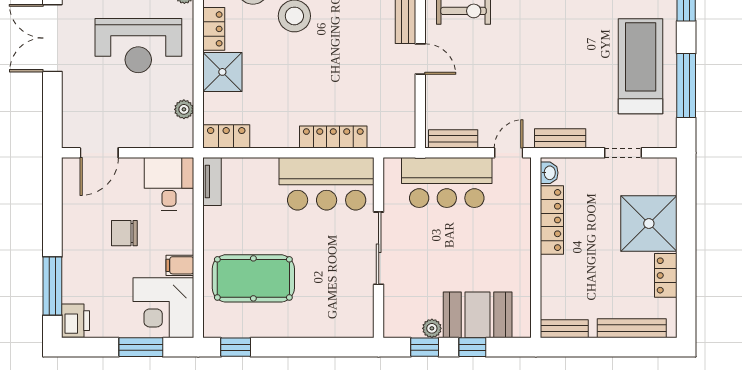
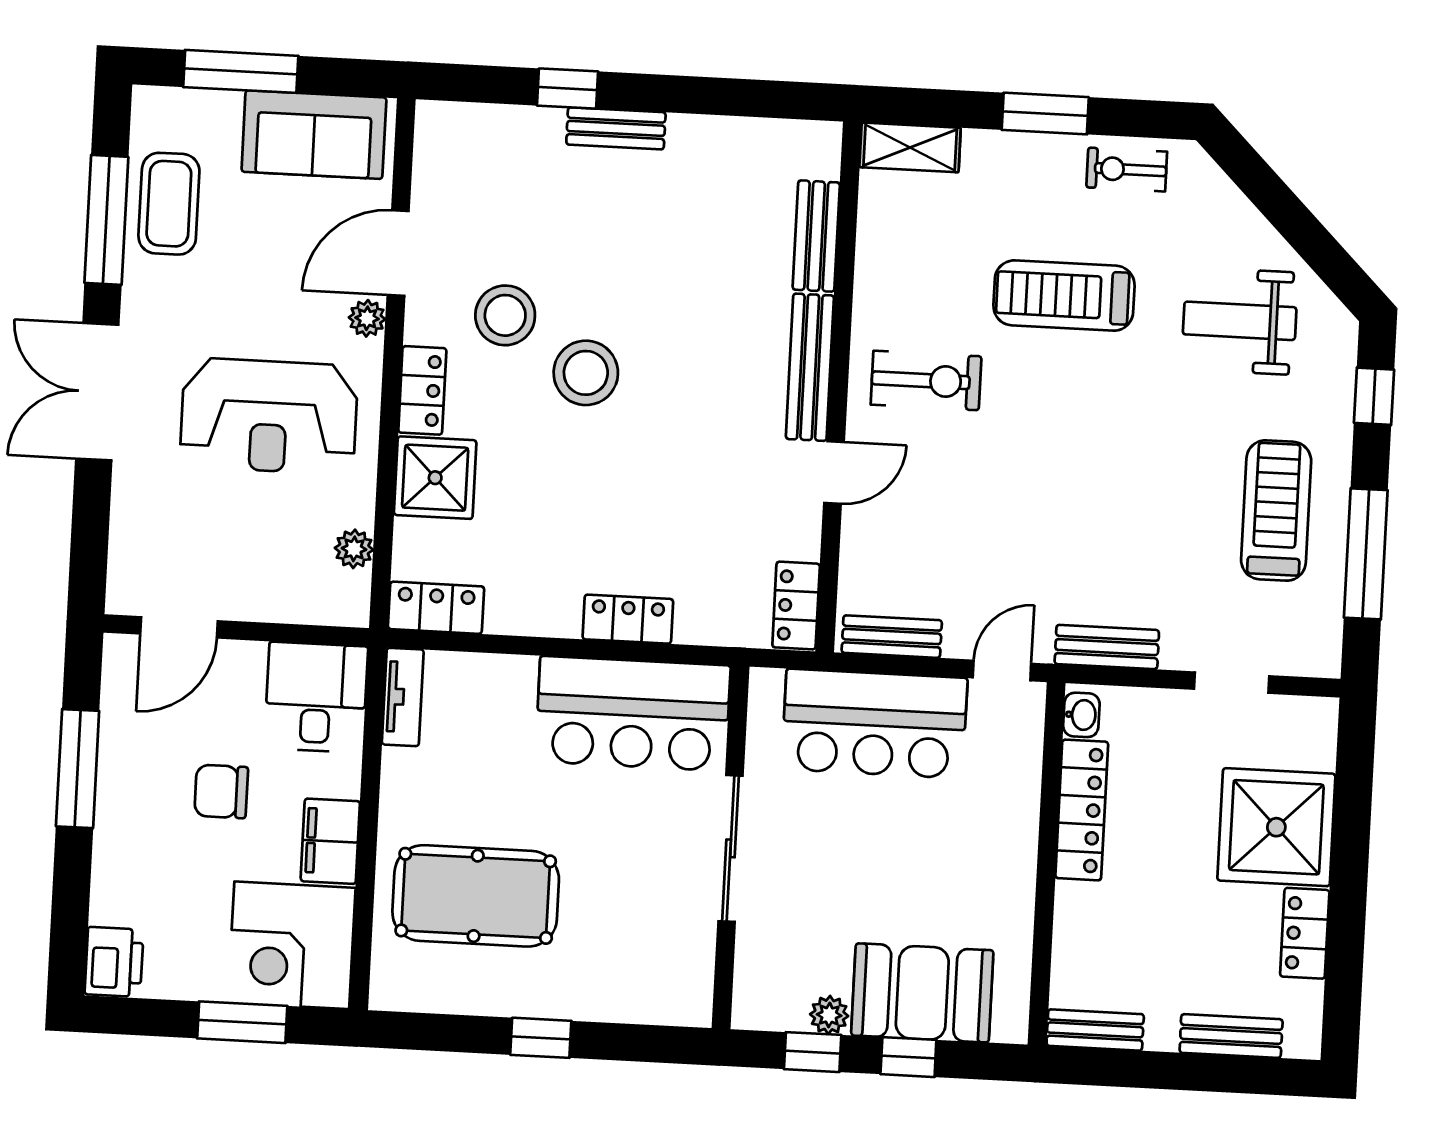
door: (420, 59) -> (834, 473), hinge flipped
treadmill: (641, 66) -> (1276, 510), width x0.73, depth x0.73
locker: (405, 126) -> (796, 606), added
locker: (333, 137) -> (628, 619), width x0.66
filing cabinet: (180, 265) -> (330, 841), width x2.00
window: (52, 286) -> (78, 769), moved
bench: (632, 328) -> (1231, 1036), width x0.73
window: (236, 347) -> (541, 1038), moved

